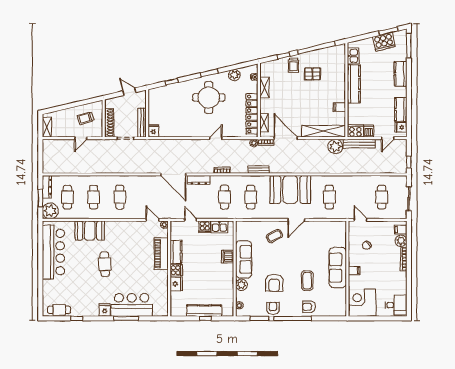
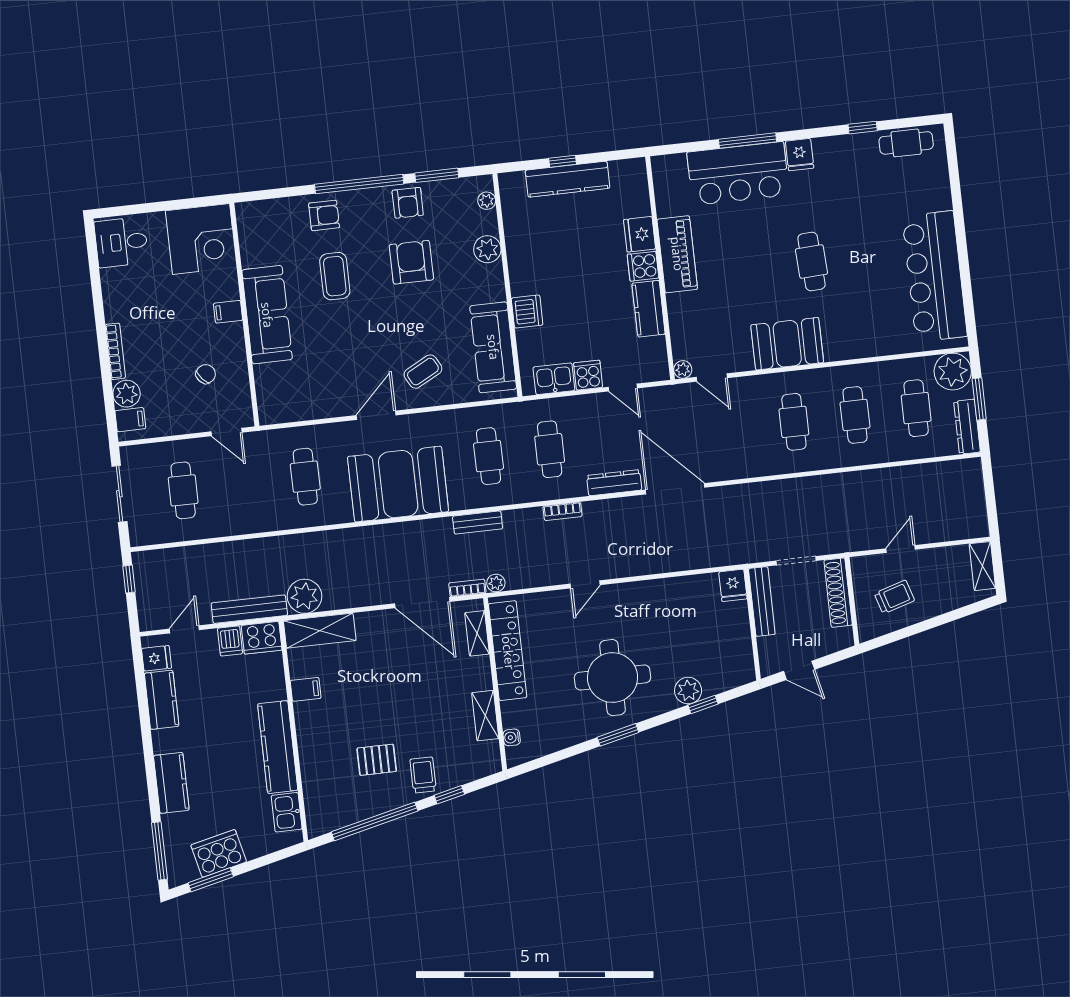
plant: (234, 75) -> (688, 691), moved
shelving: (324, 131) -> (320, 631), width x0.68
booth: (90, 231) -> (787, 344), moved
piano: (161, 254) -> (677, 254), moved
sofa: (244, 259) -> (493, 347), moved

